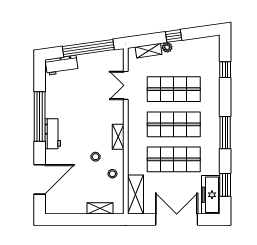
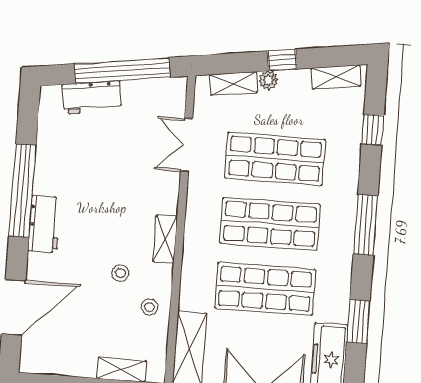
shelving: (203, 43) -> (336, 77), added
workbench: (62, 65) -> (92, 97), moved
window: (225, 133) -> (366, 225), moved
window: (225, 185) -> (358, 322), moved

